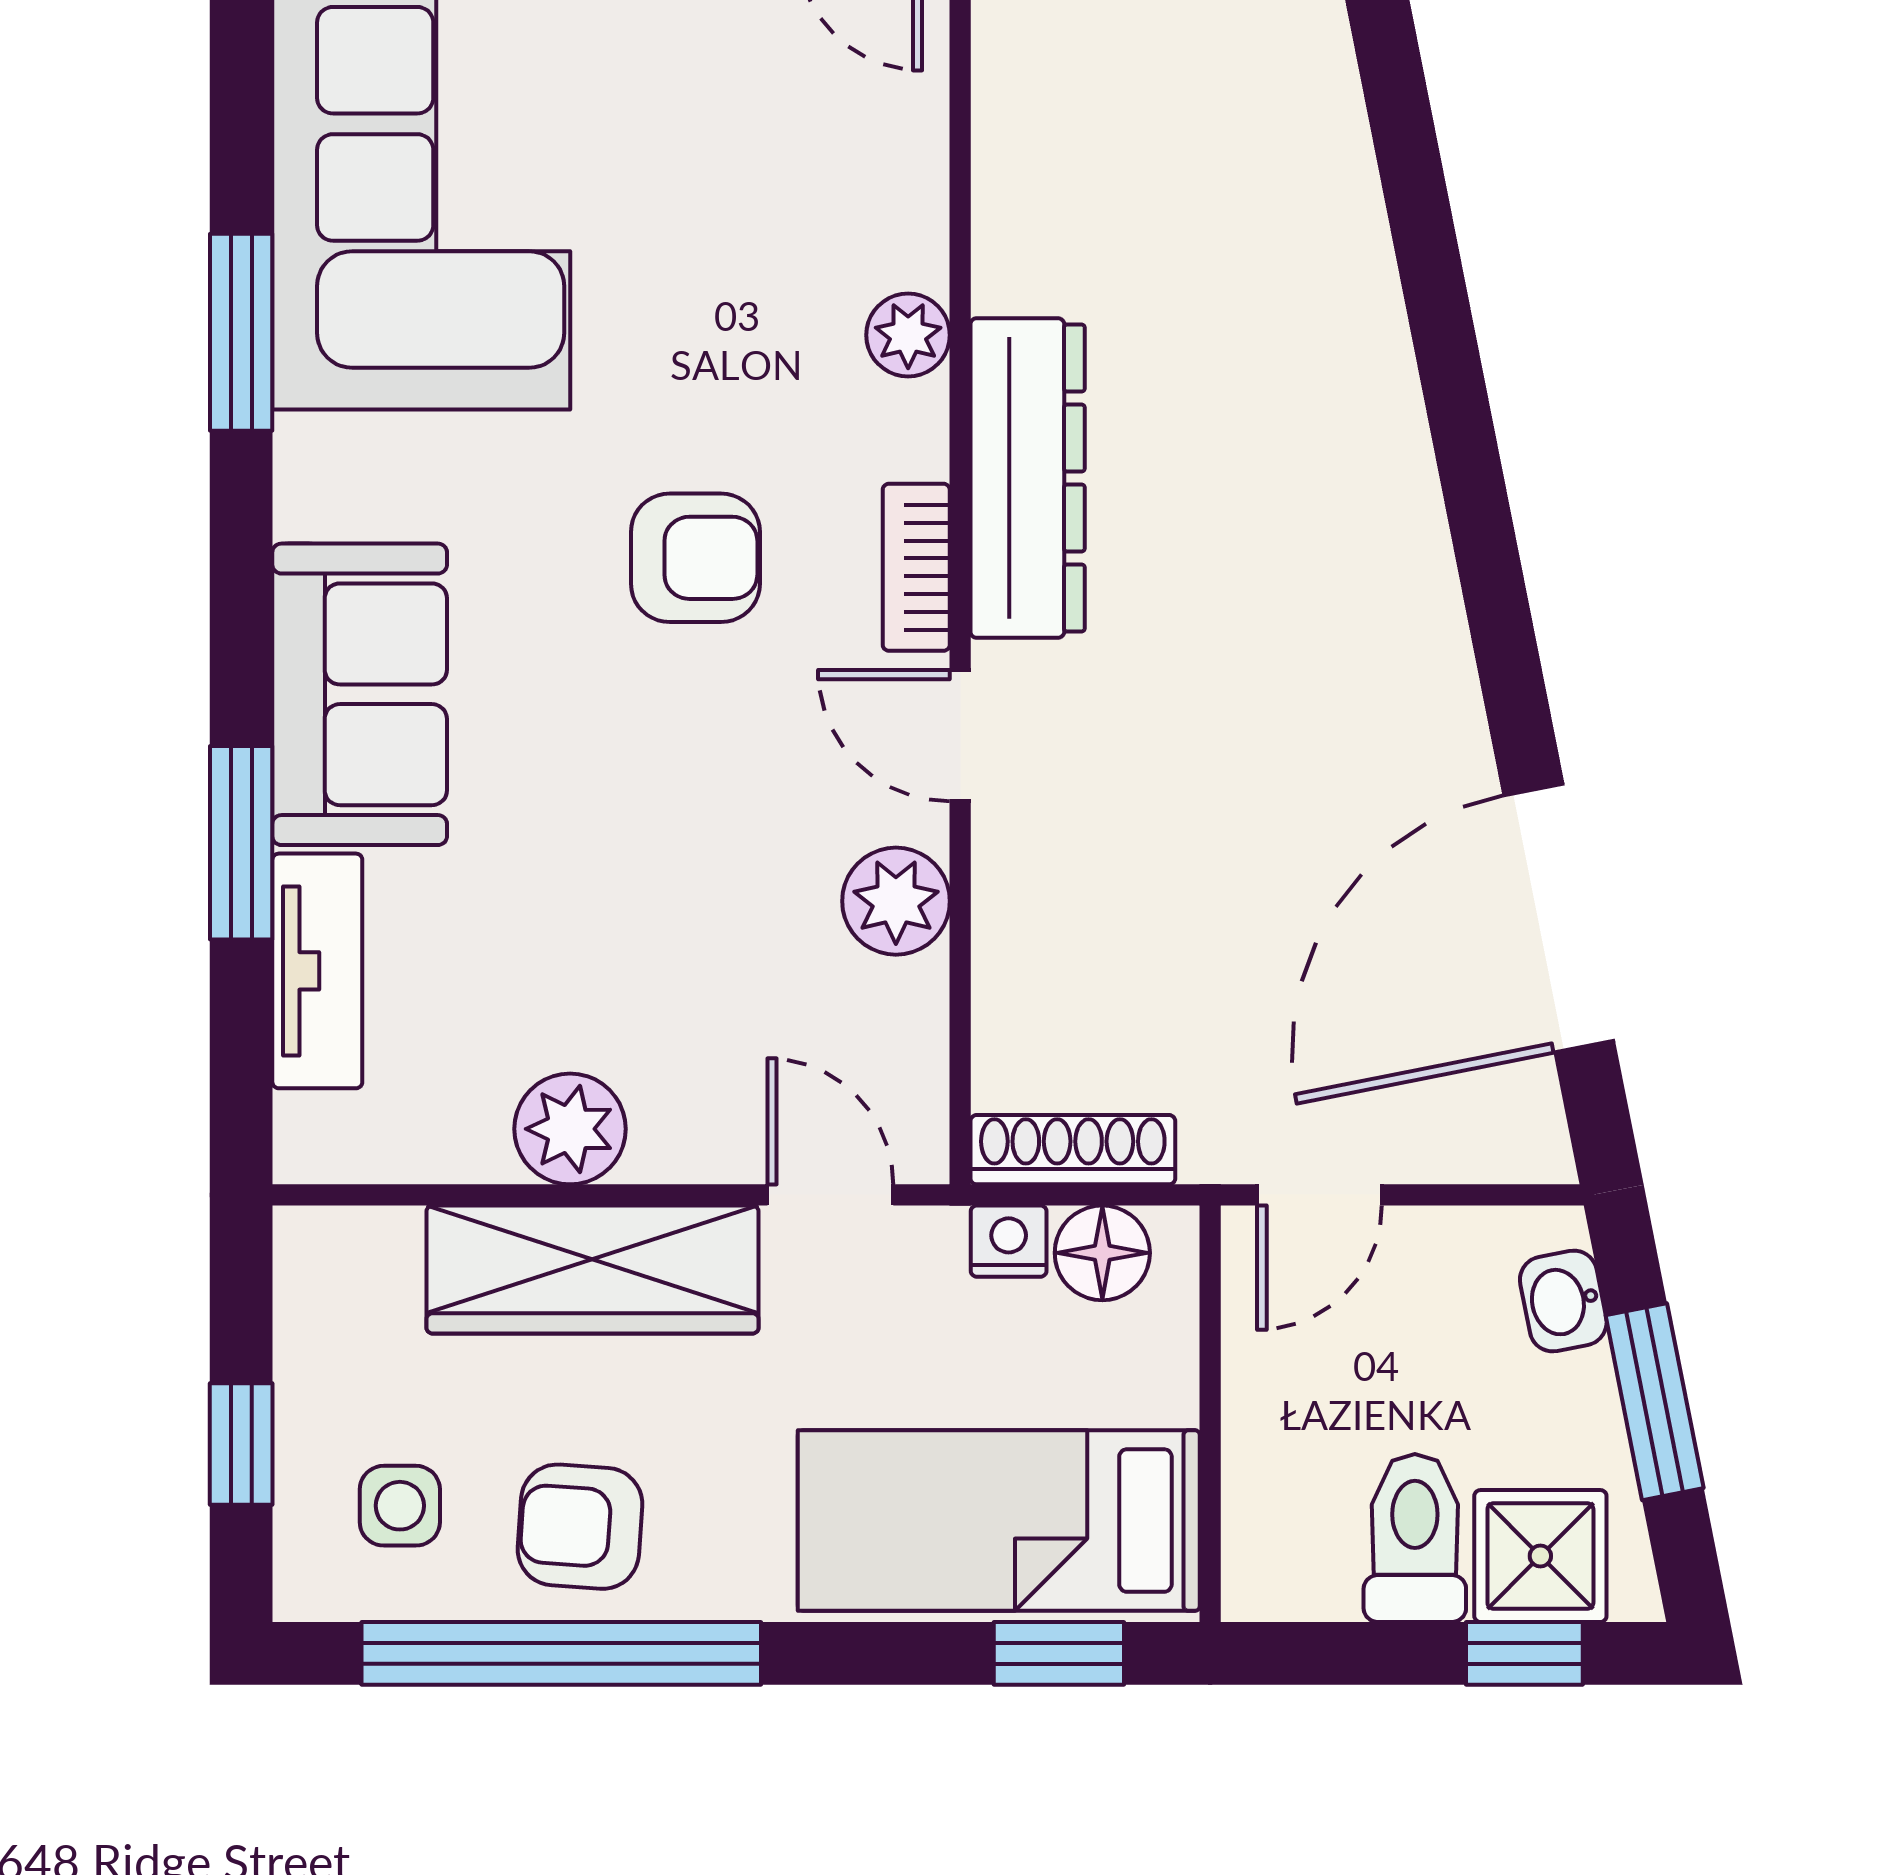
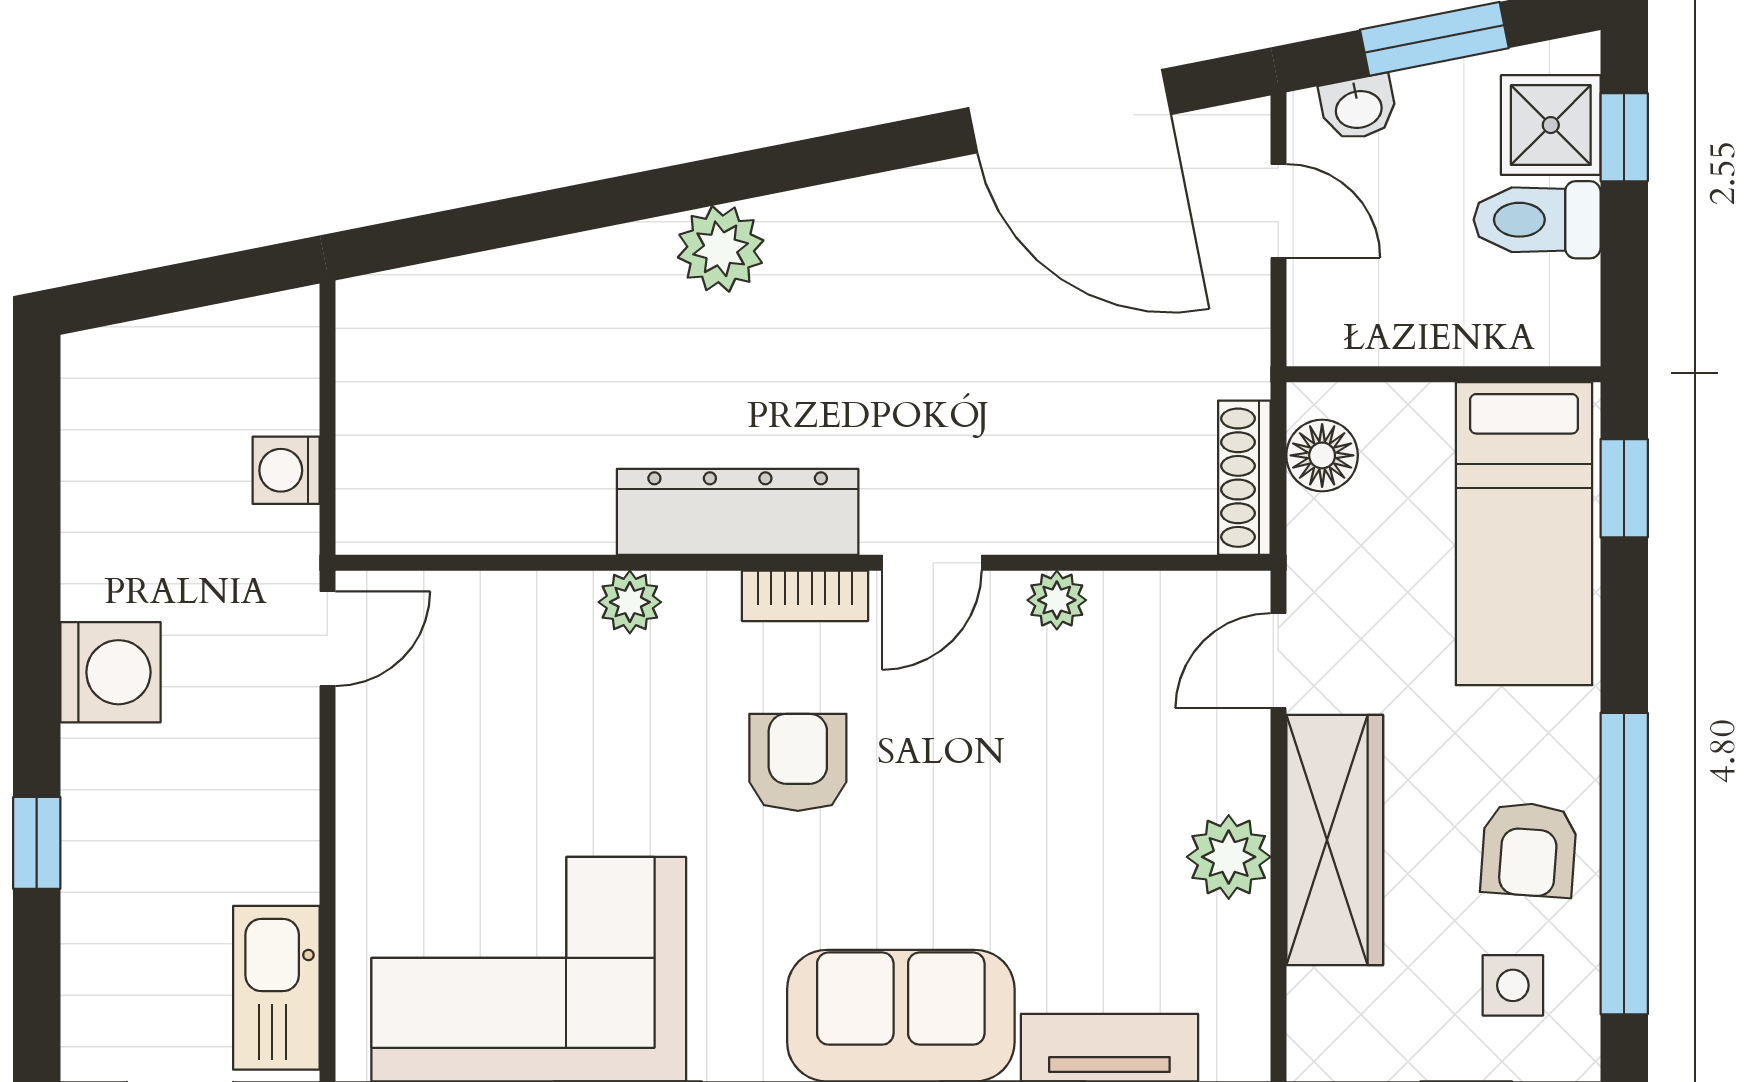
plant: (1376, 455) -> (721, 249), added
plant: (896, 901) -> (1057, 600), width x0.73, depth x0.73
door: (1319, 1195) -> (1278, 211), moved
nightstand: (1009, 1241) -> (1313, 526), removed

